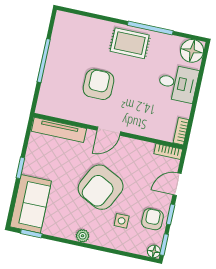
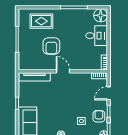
rug: (130, 43) -> (41, 21), moved
armchair: (98, 84) -> (51, 46), turned 180
door: (109, 131) -> (63, 71), swing flipped
armchair: (101, 187) -> (65, 104), removed

